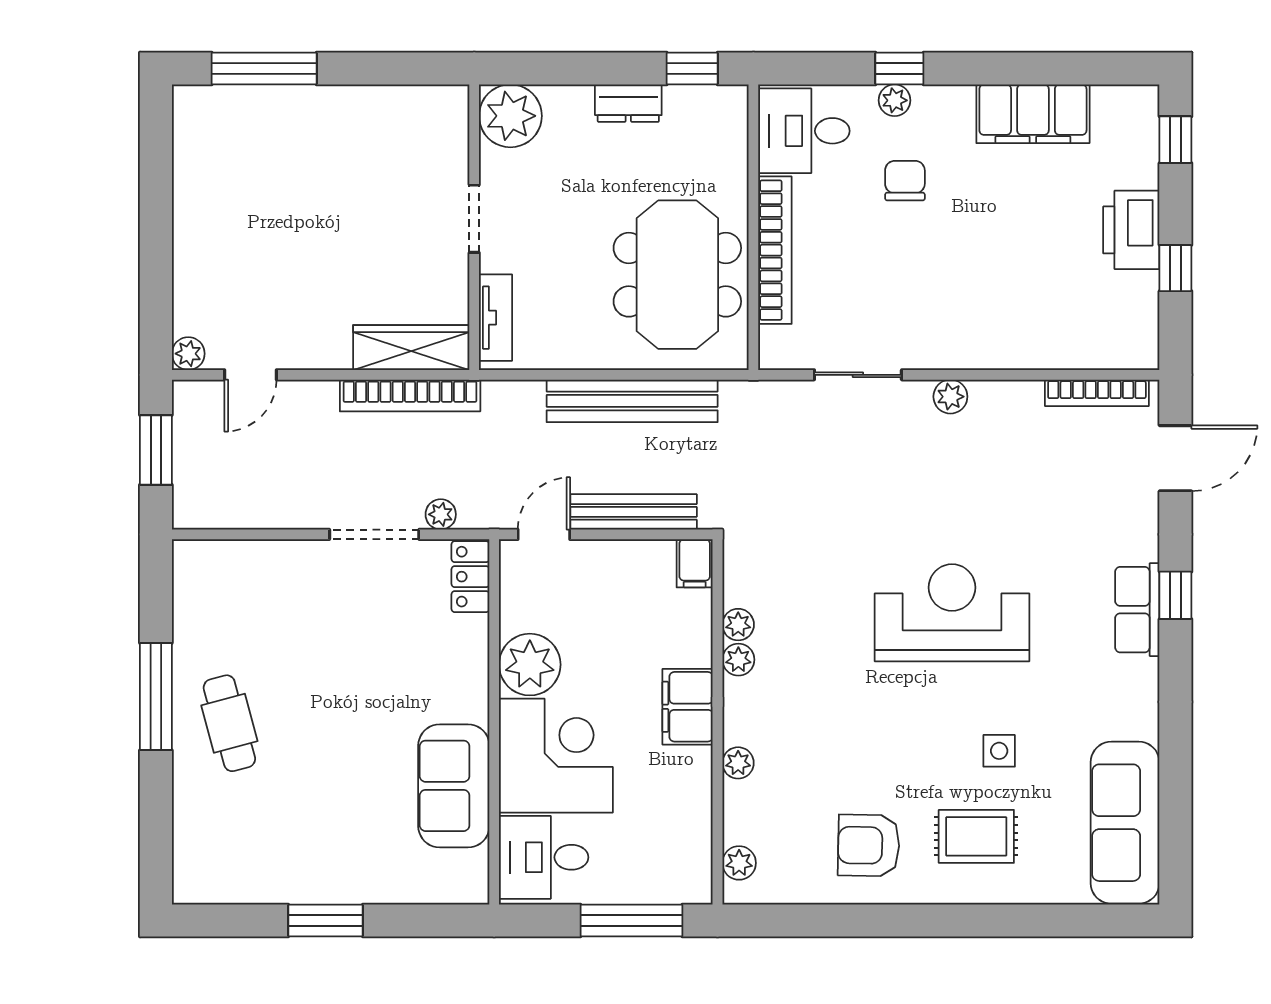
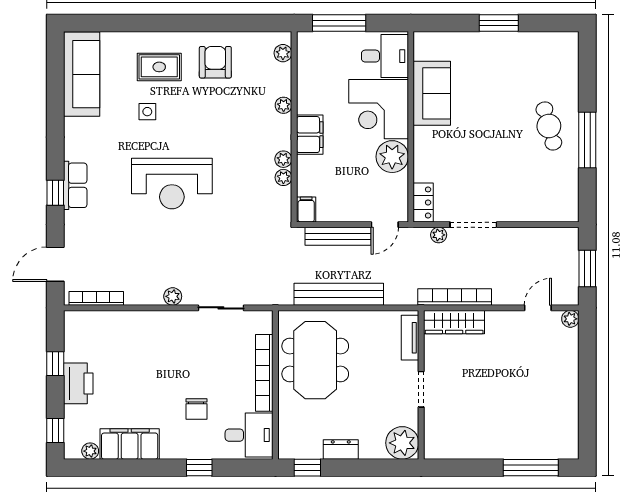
plant: (895, 100) -> (90, 451), moved
armchair: (869, 845) -> (215, 62), turned -91

